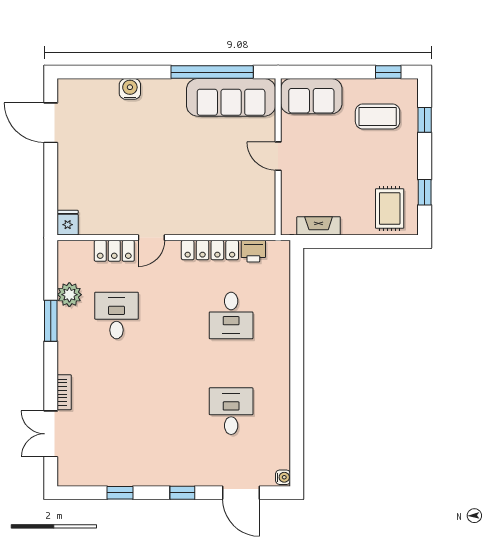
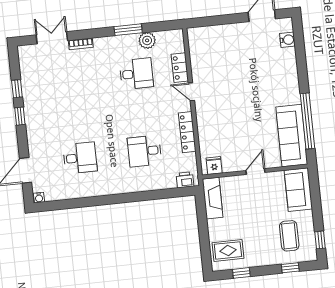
water cooler: (130, 89) -> (287, 40), moved
fridge: (68, 223) -> (214, 166), moved, turned -90
fireplace: (319, 226) -> (213, 198), width x1.37, depth x1.32
printer: (253, 251) -> (185, 180), moved, turned 90
window: (182, 493) -> (20, 116), moved

